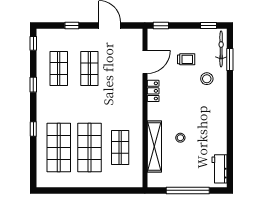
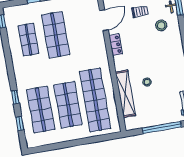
shop shelf: (89, 69) -> (56, 35), width x1.43, depth x1.36
window: (33, 85) -> (20, 124), moved
shop shelf: (120, 147) -> (95, 100), width x2.00, depth x1.36

